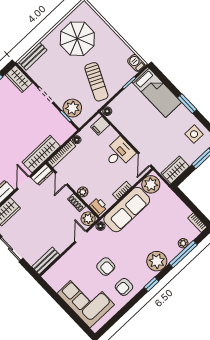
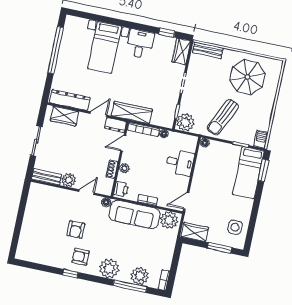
window: (187, 104) -> (263, 170), moved
plant: (72, 108) -> (185, 122), moved
filing cabinet: (100, 126) -> (189, 145), removed
desk: (119, 153) -> (180, 163), moved
plant: (88, 219) -> (69, 180), moved
plant: (183, 243) -> (140, 276), width x1.87, depth x1.87
window: (151, 284) -> (70, 274), moved
armchair: (124, 287) -> (81, 257), moved
corner sofa: (86, 299) -> (38, 231), removed

